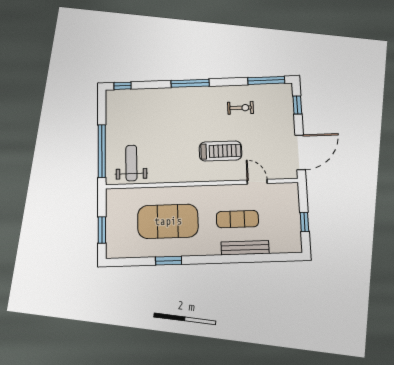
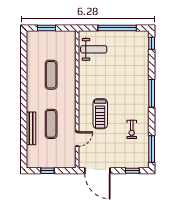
window: (102, 151) -> (117, 28), moved
exercise mat: (168, 221) -> (51, 75), width x0.50, depth x0.69
window: (169, 261) -> (24, 75), removed

